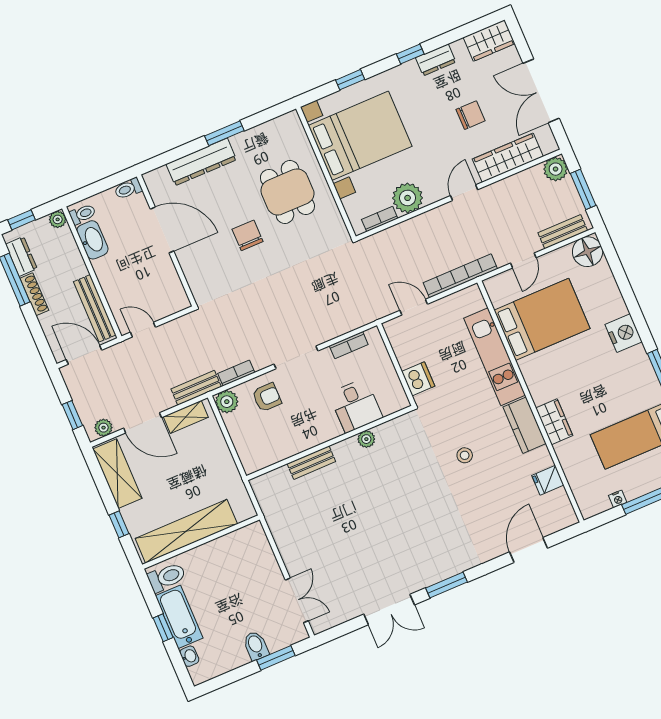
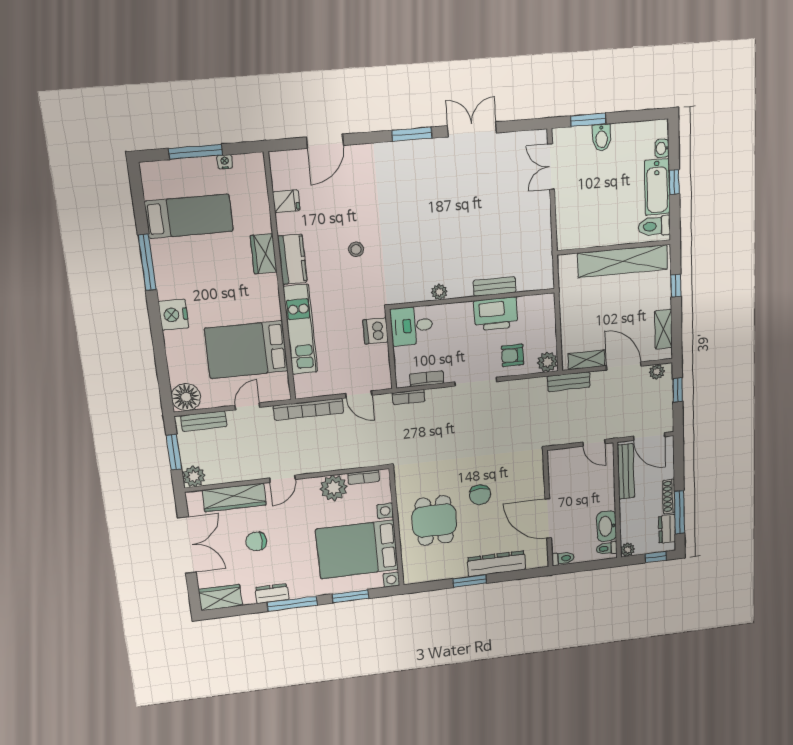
window: (410, 54) -> (292, 604), width x2.17
window: (350, 80) -> (350, 596), width x1.50
bookcase: (236, 373) -> (409, 397), moved
desk: (356, 406) -> (412, 326), moved, turned -90
printer: (300, 435) -> (496, 314), added
shelving: (117, 474) -> (663, 329), width x0.67, depth x0.75

